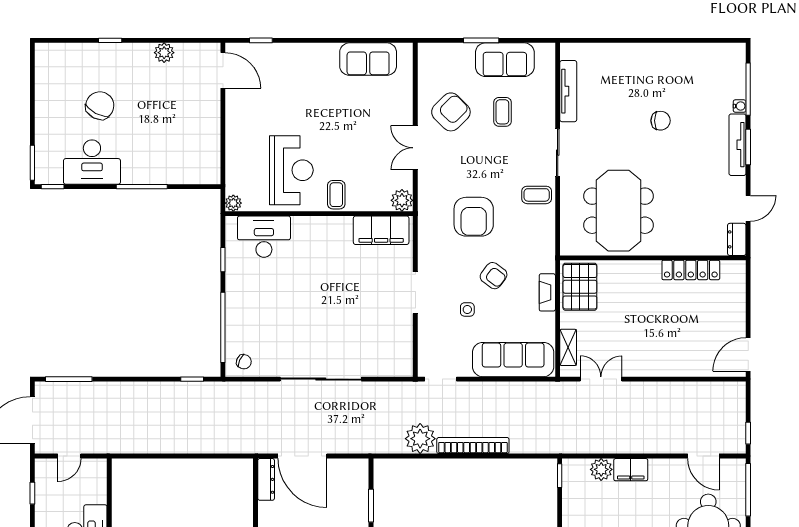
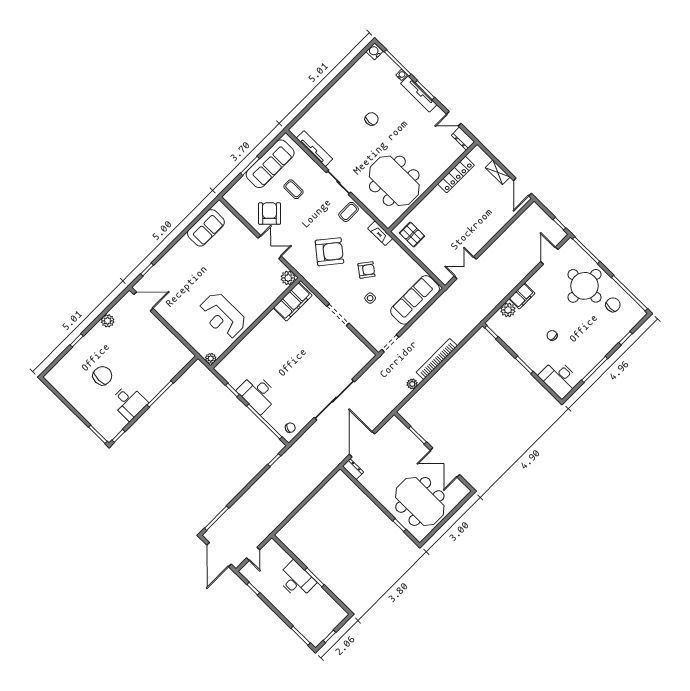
water cooler: (736, 52) -> (374, 51), added
sofa: (505, 60) -> (270, 164), width x1.36
chair: (100, 106) -> (102, 376), turned 62
double door: (415, 148) -> (270, 247), swing flipped
desk: (92, 162) -> (129, 402), width x0.73
reception desk: (291, 170) -> (222, 316), turned 180
coffee table: (336, 195) -> (255, 306), removed
door: (748, 208) -> (454, 119), swing flipped
armchair: (474, 217) -> (329, 252), turned -51
desk: (264, 237) -> (258, 393), moved, turned -90
pallet: (580, 287) -> (412, 235), width x0.67, depth x0.71
fireplace: (547, 292) -> (380, 233), moved
shelving: (568, 347) -> (498, 172), moved
plant: (420, 439) -> (412, 384), width x0.53, depth x0.53
door: (302, 456) -> (362, 444), swing flipped
door: (703, 456) -> (549, 256), swing flipped
dresser: (266, 479) -> (353, 469), width x0.70

